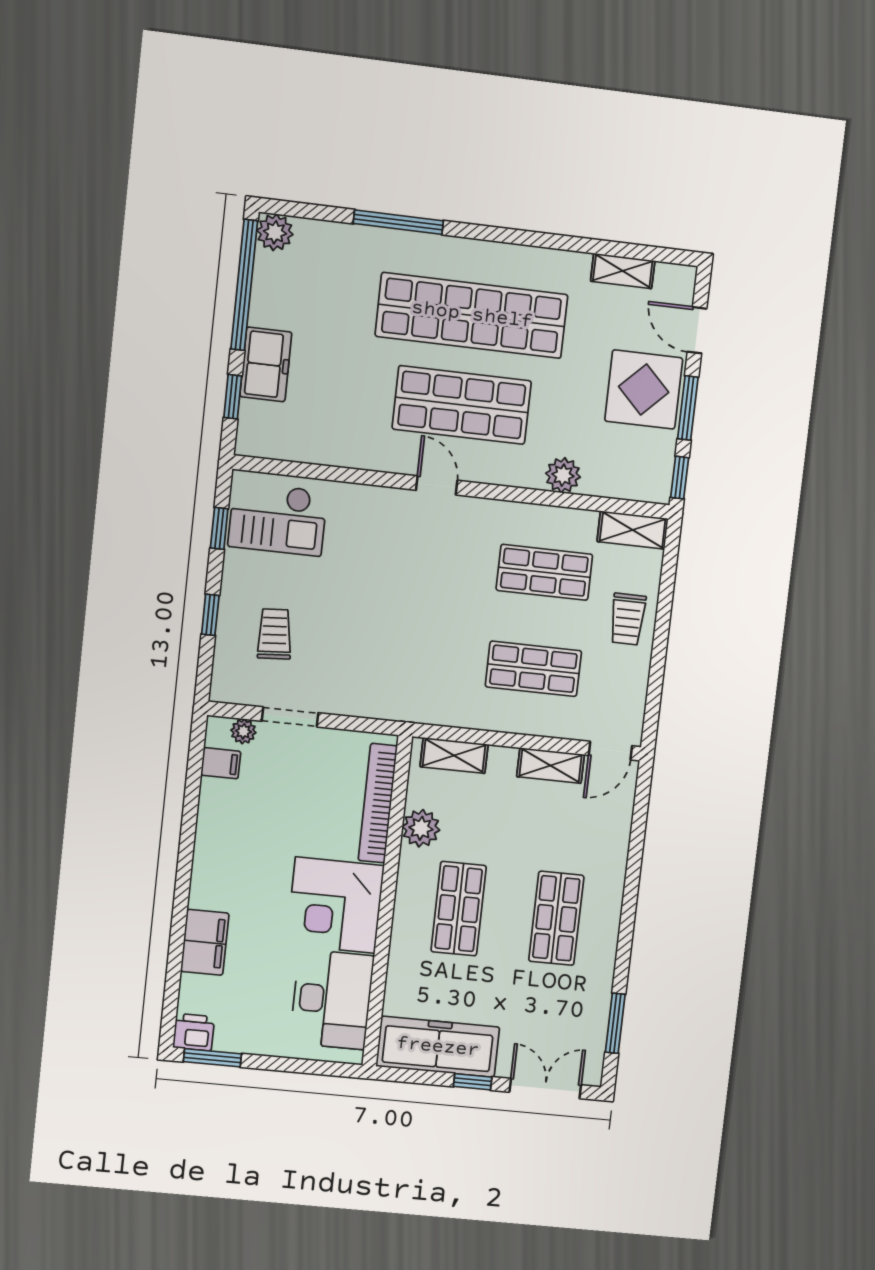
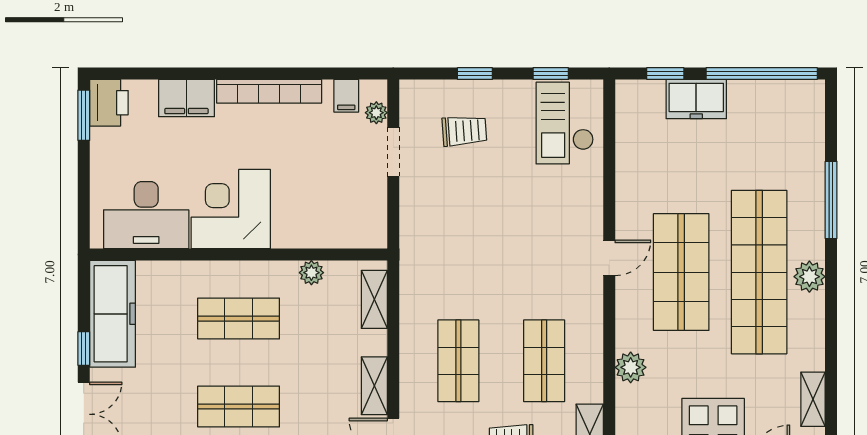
plant: (275, 232) -> (809, 277), moved
bookcase: (378, 803) -> (269, 91), moved, turned 180
plant: (421, 828) -> (311, 273), width x0.73, depth x0.73
printer: (194, 1032) -> (109, 103), width x1.36, depth x1.24

